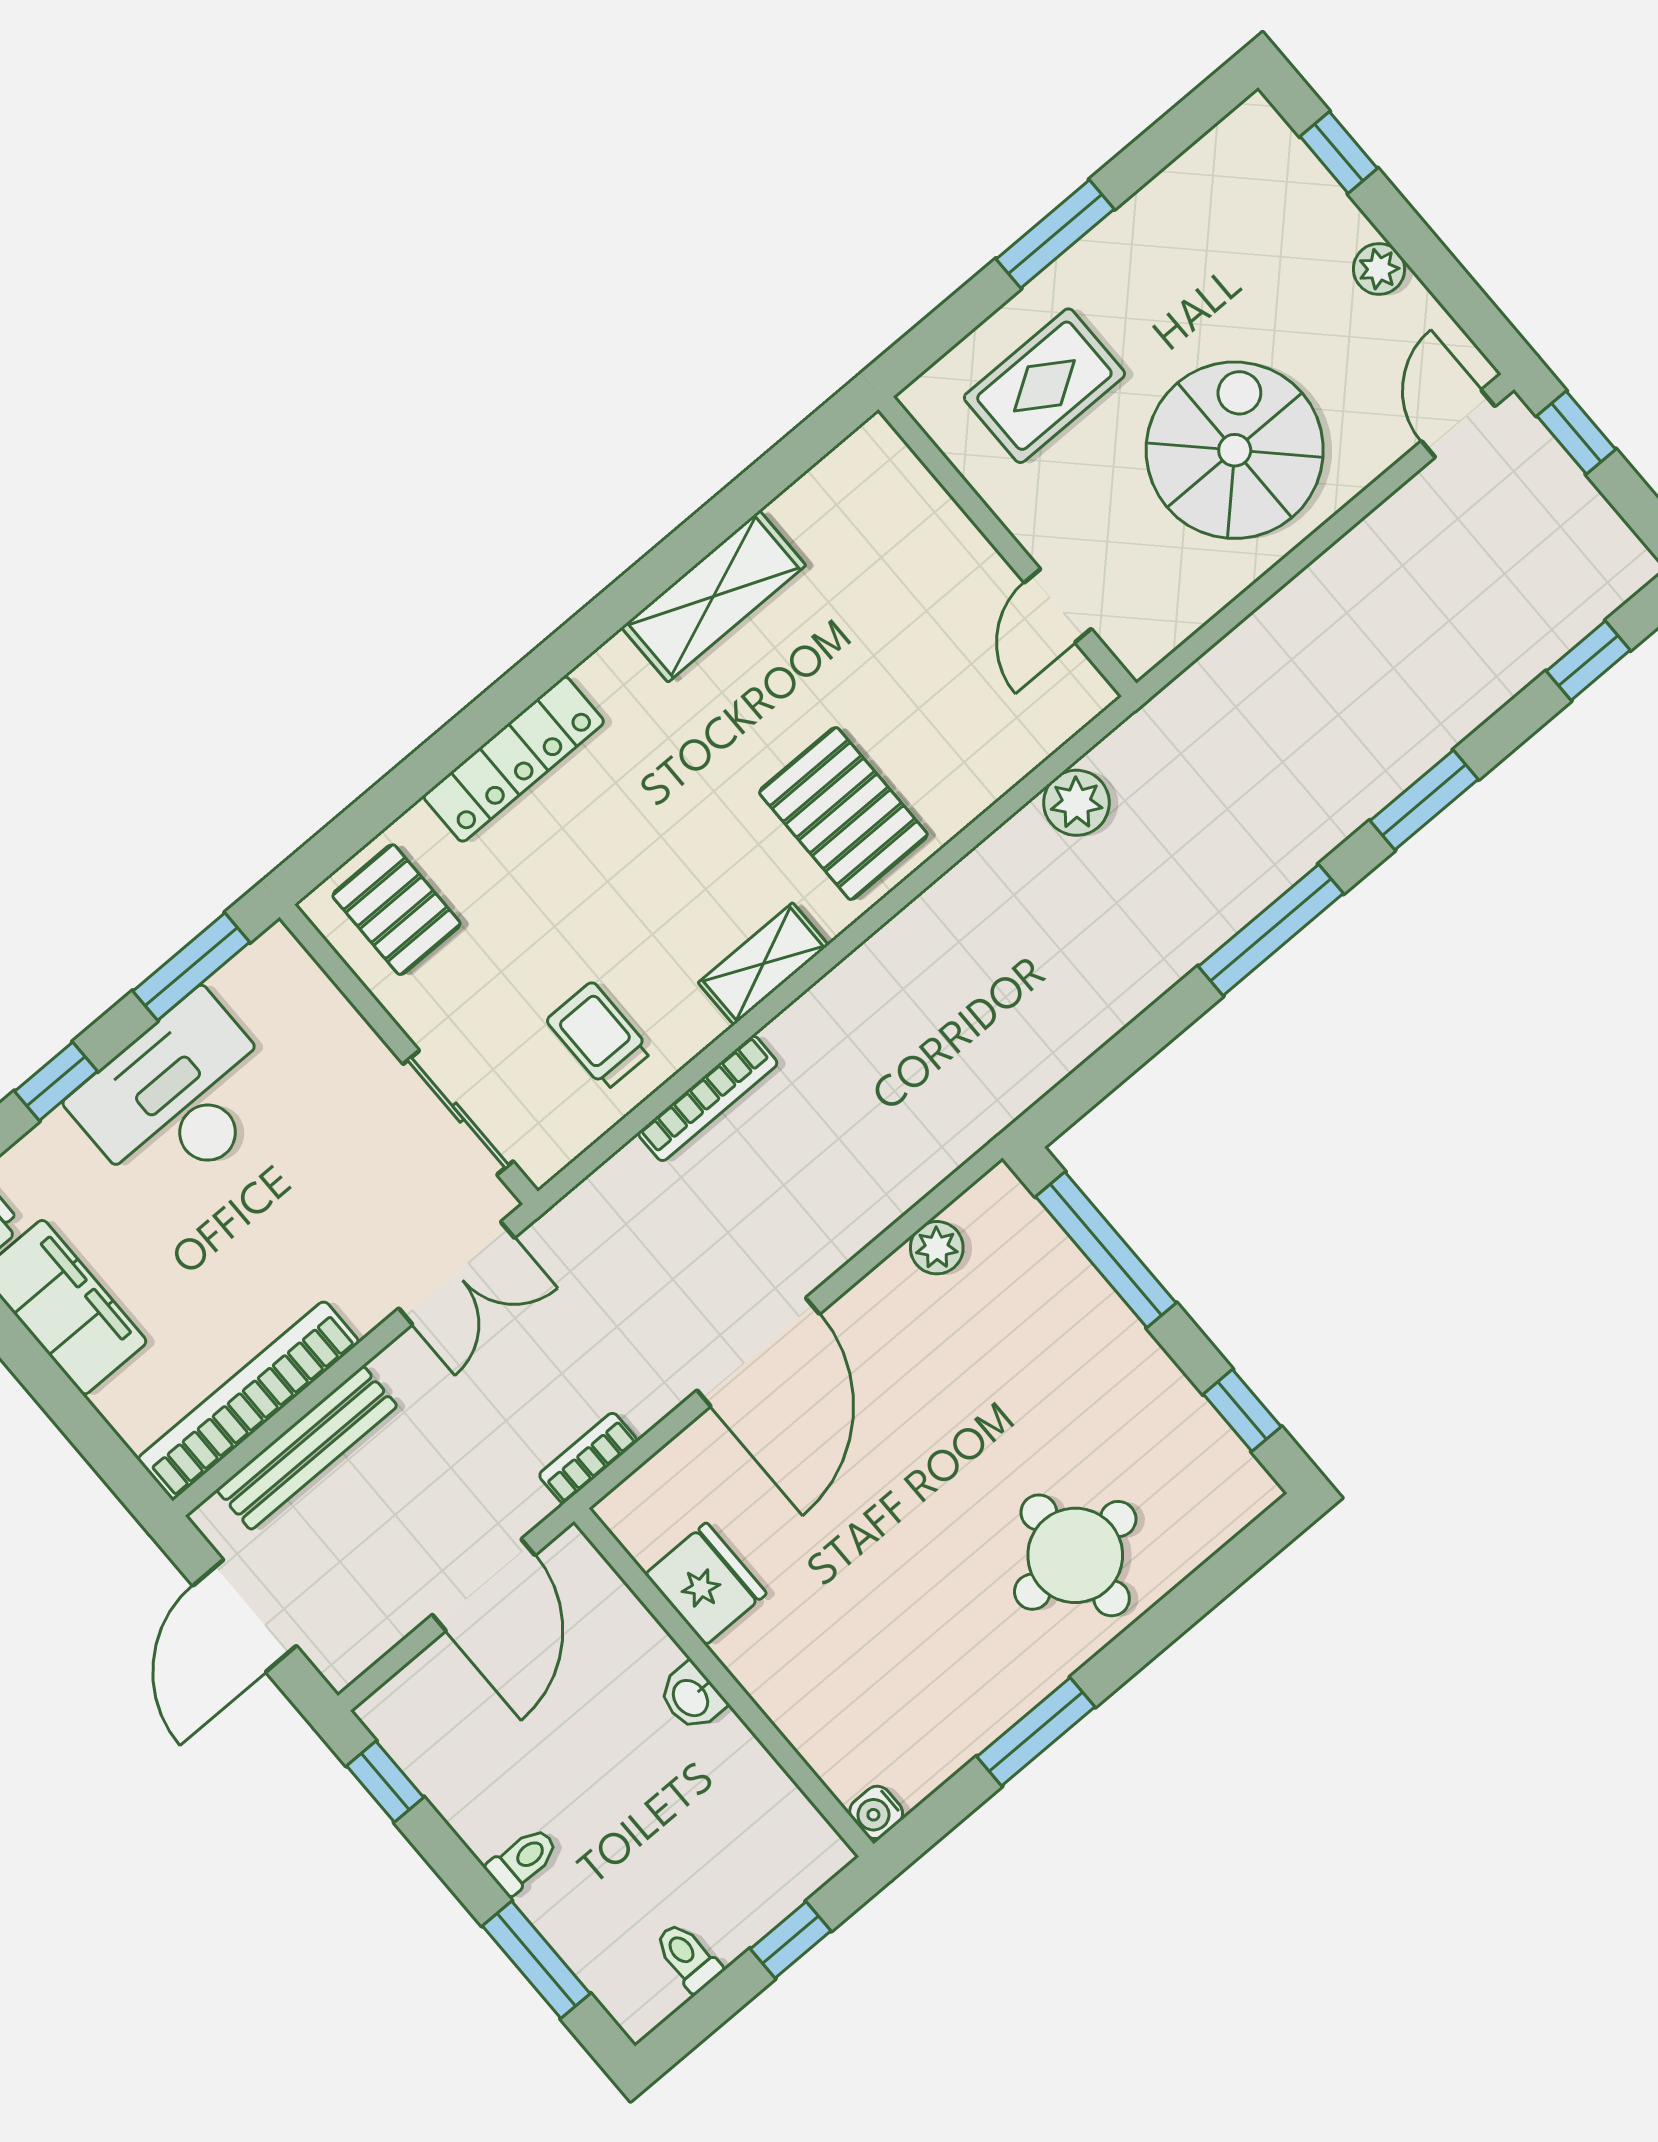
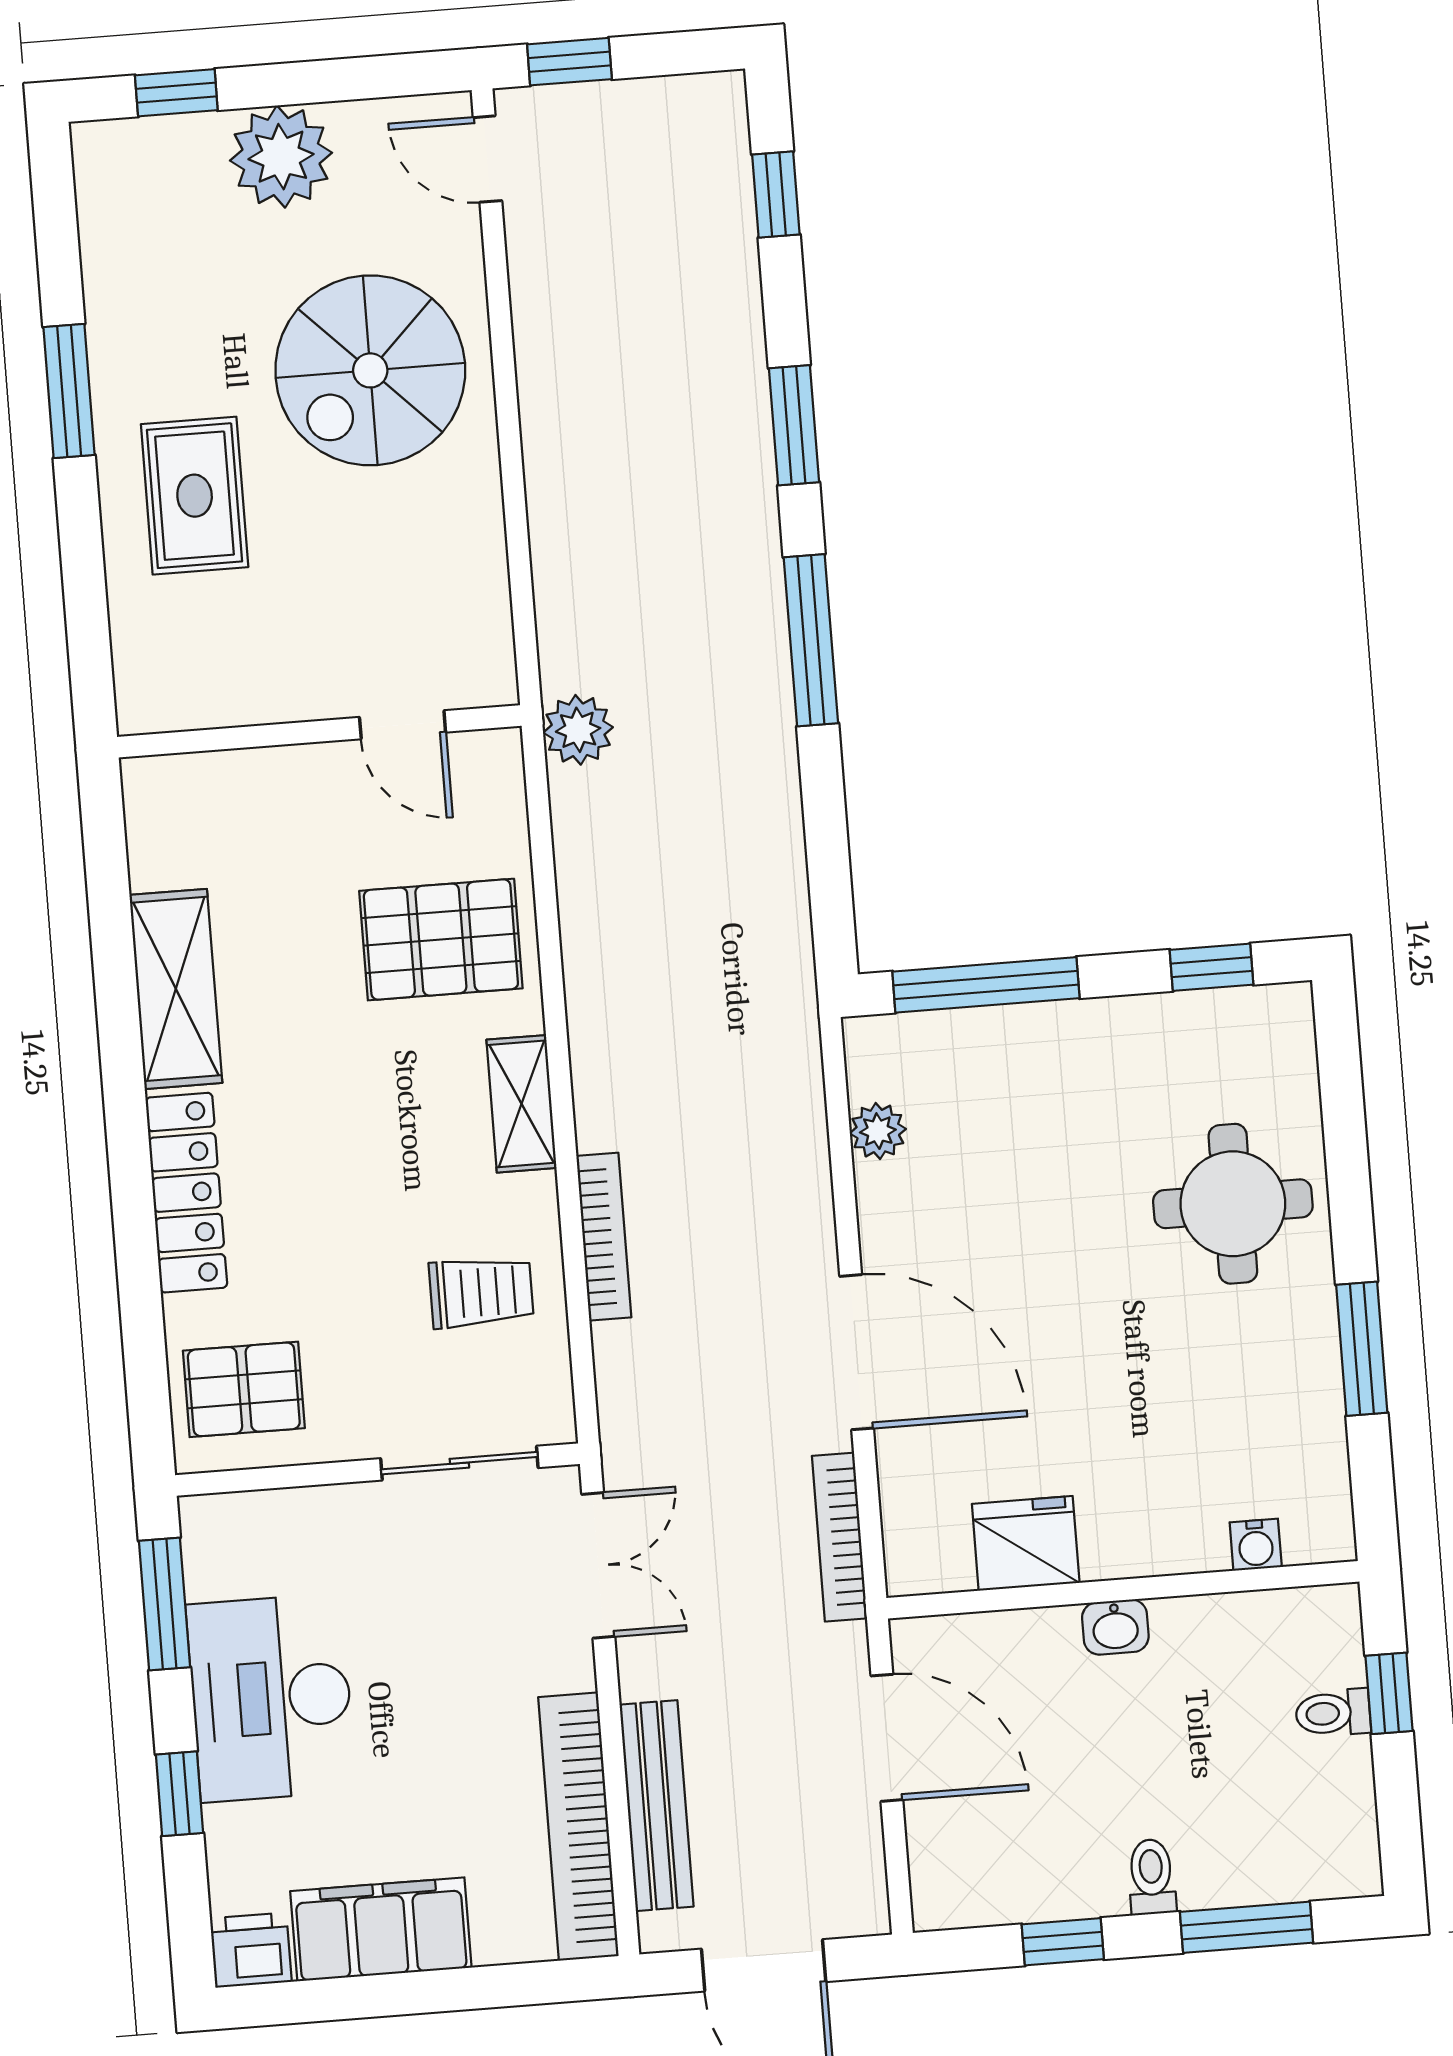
plant: (1379, 269) -> (281, 157), width x1.88, depth x1.88
spiral stairs: (1235, 450) -> (370, 370), turned -90
wall: (1007, 546) -> (319, 731), moved
shelving: (714, 596) -> (176, 989), moved
door: (1058, 606) -> (403, 725), moved
trolley: (599, 1036) -> (481, 1292), turned 180
bookcase: (588, 1458) -> (839, 1537), width x1.56
window: (385, 1782) -> (1063, 1942), moved
water cooler: (876, 1812) -> (1256, 1545), moved
toilet: (688, 1957) -> (1333, 1713), moved

